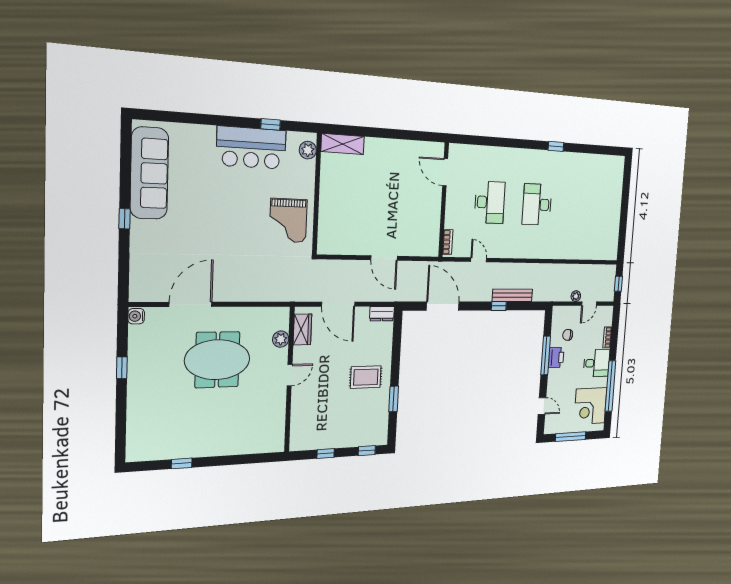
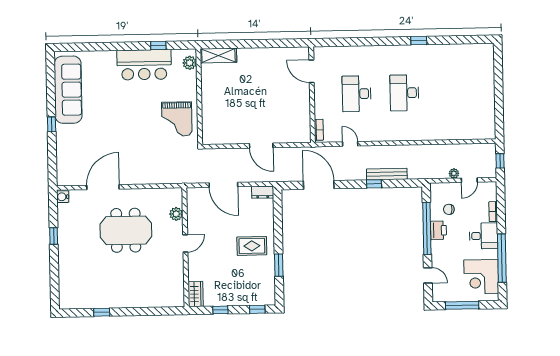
desk: (490, 202) -> (357, 94), turned 180
wardrobe: (302, 329) -> (196, 294), moved
window: (546, 355) -> (427, 228), width x1.46

